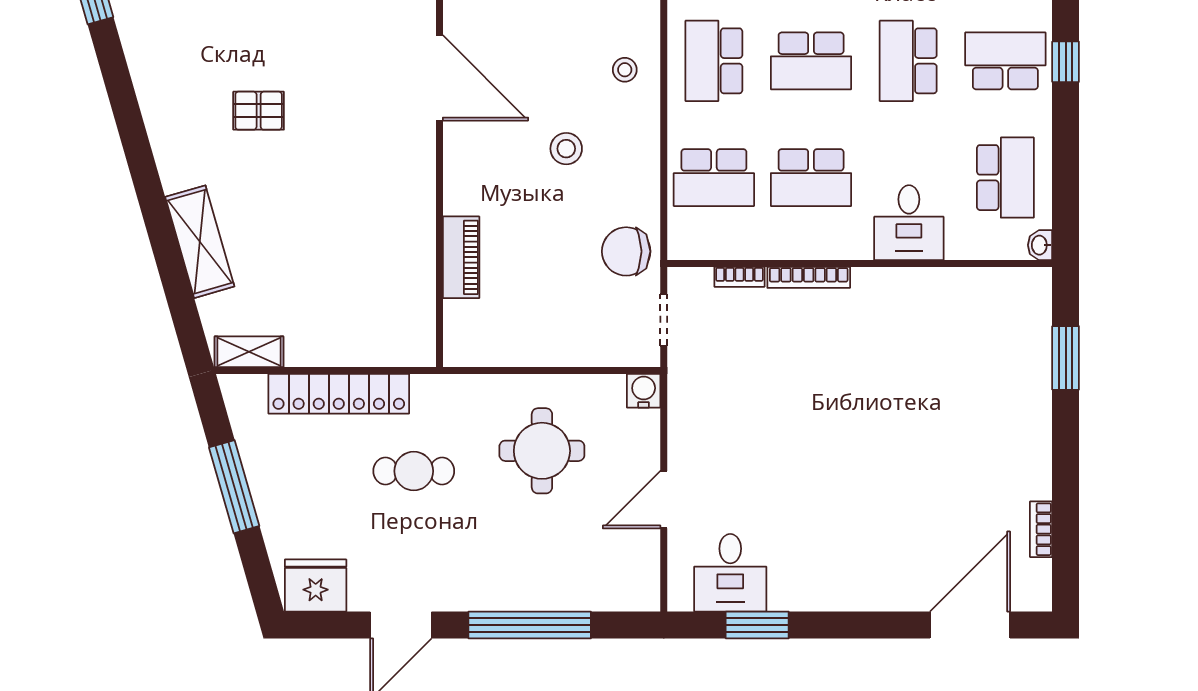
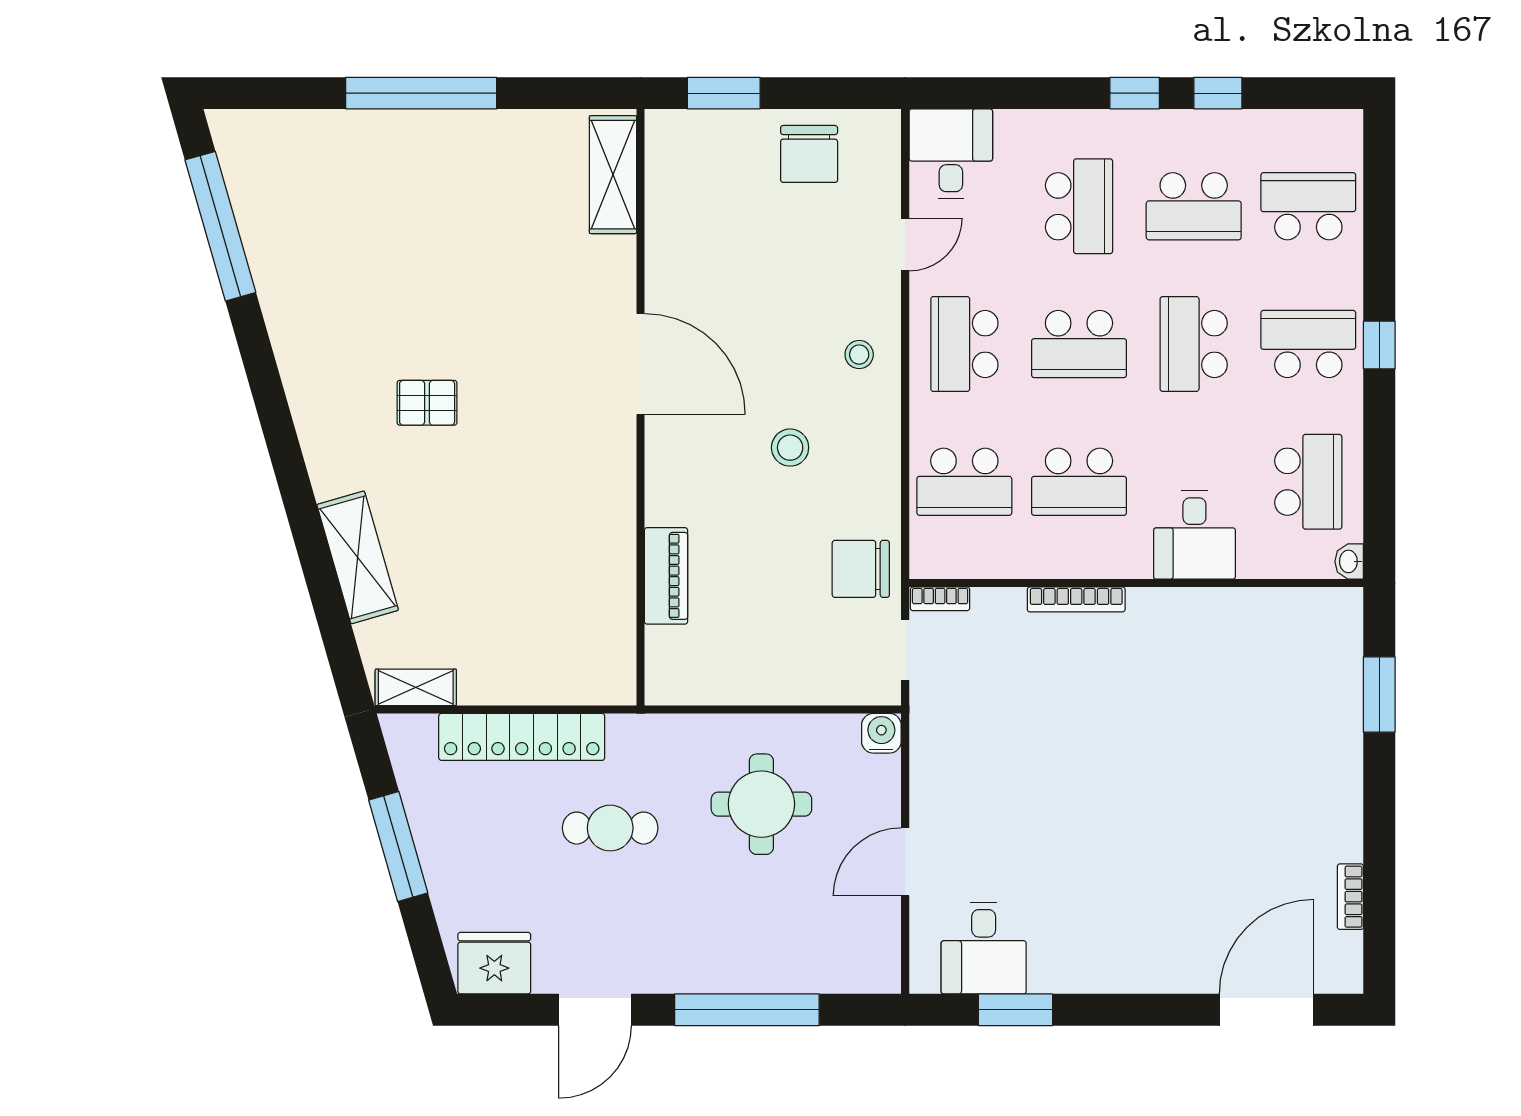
bookcase: (739, 277) -> (940, 599), moved

